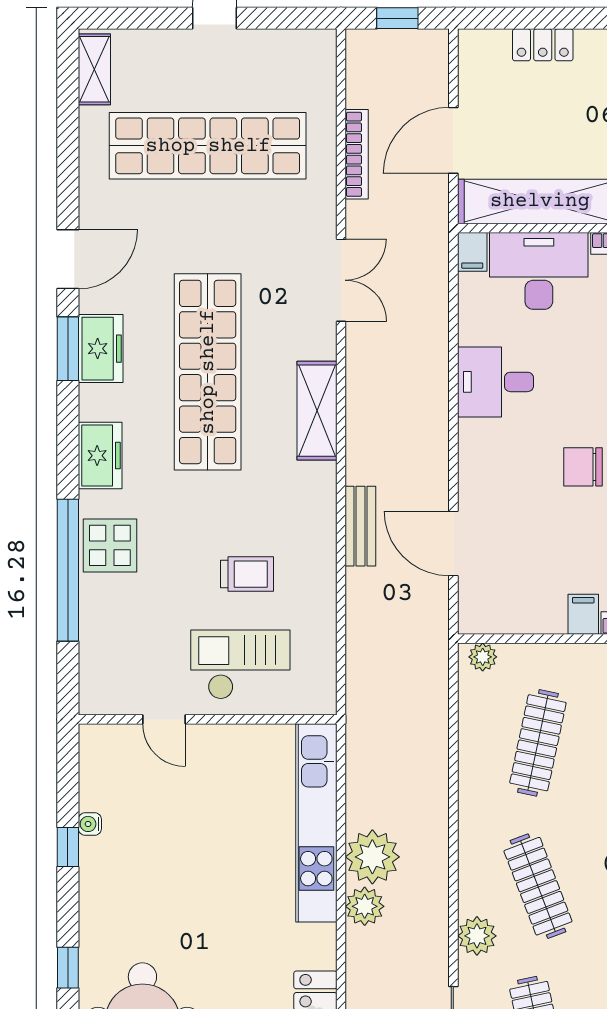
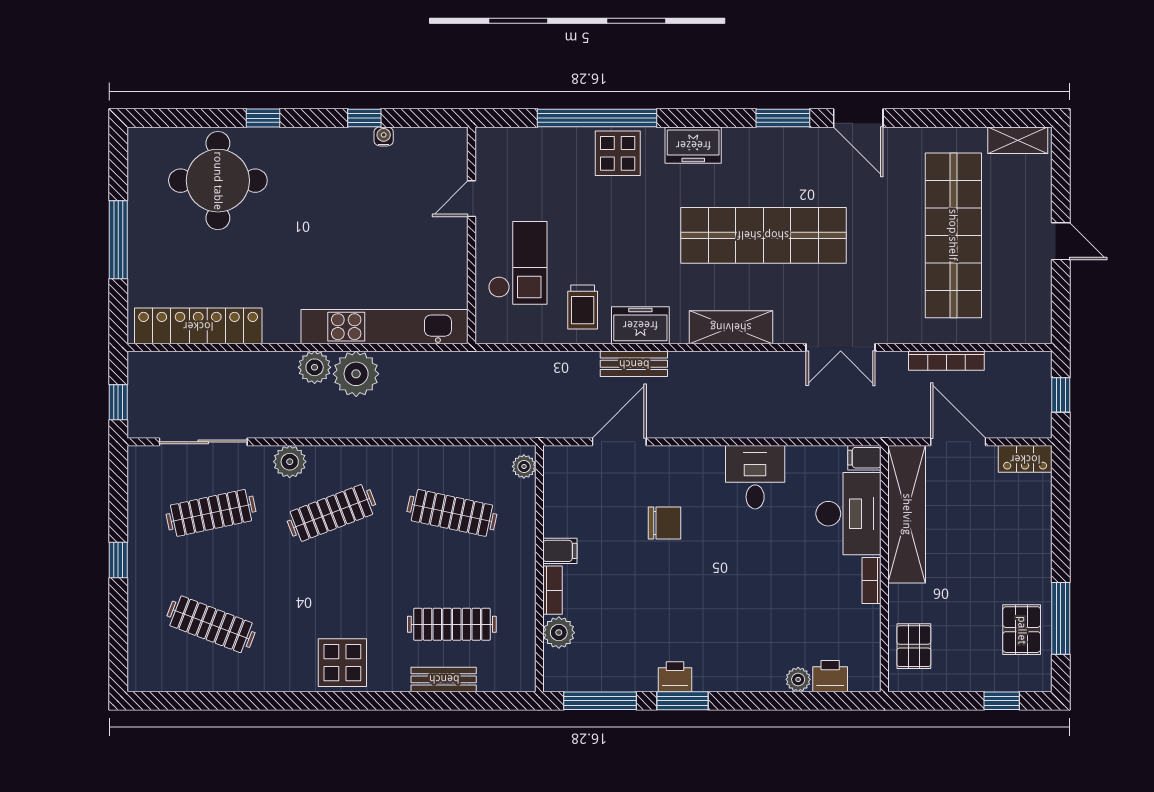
locker: (543, 45) -> (1025, 459), moved, turned -90
freezer: (101, 349) -> (640, 325), moved, turned 180
chair: (583, 467) -> (665, 523), moved, turned 90
trolley: (247, 574) -> (583, 307), moved

